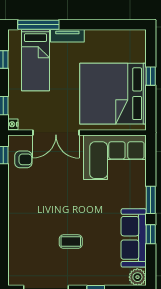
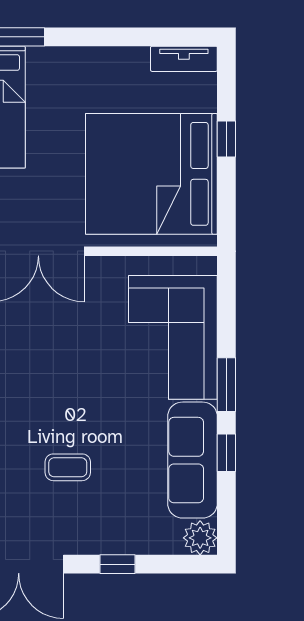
tv unit: (67, 36) -> (184, 59), moved
corner sofa: (115, 157) -> (173, 337), moved, turned 90

